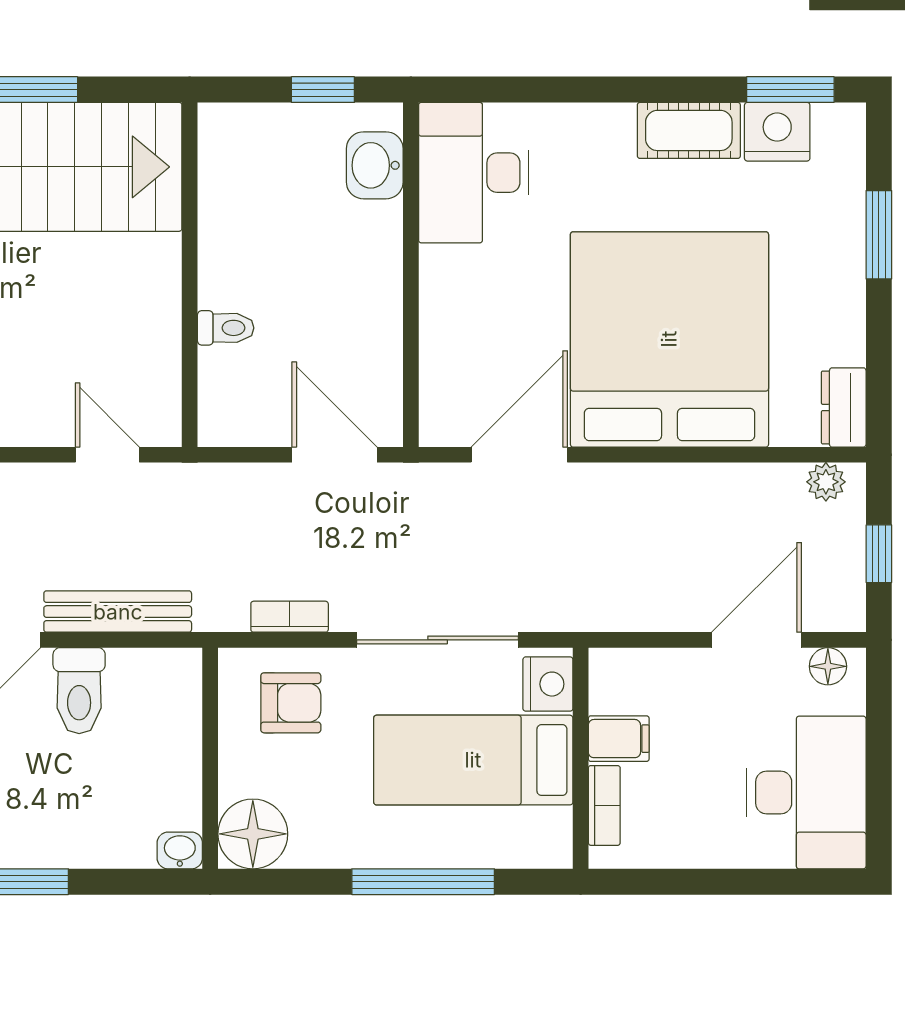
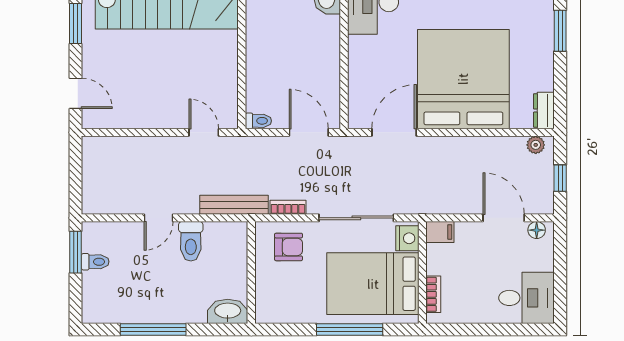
toilet: (226, 328) -> (258, 121), moved
bench: (118, 612) -> (234, 205), moved
door: (757, 640) -> (504, 218), hinge flipped
filing cabinet: (619, 739) -> (440, 232), moved
bed: (473, 760) -> (373, 284), width x1.50
desk: (806, 792) -> (526, 298), width x0.73
floor lamp: (253, 834) -> (271, 307), removed
washbasin: (180, 850) -> (228, 311), width x1.91, depth x1.45

